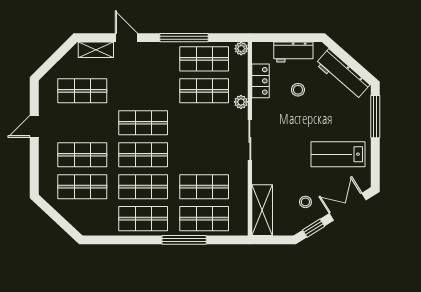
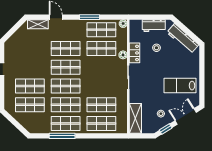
window: (184, 38) -> (90, 17), width x0.69
locker: (261, 81) -> (135, 53), moved
shop shelf: (82, 91) -> (66, 48), moved
window: (375, 117) -> (202, 64), removed
window: (184, 240) -> (62, 136), moved

